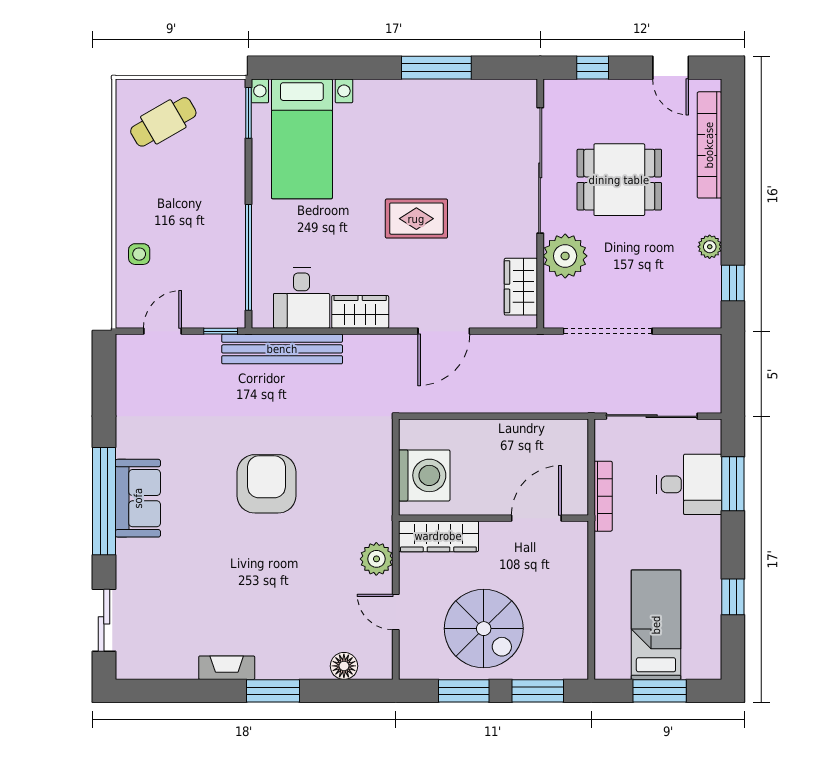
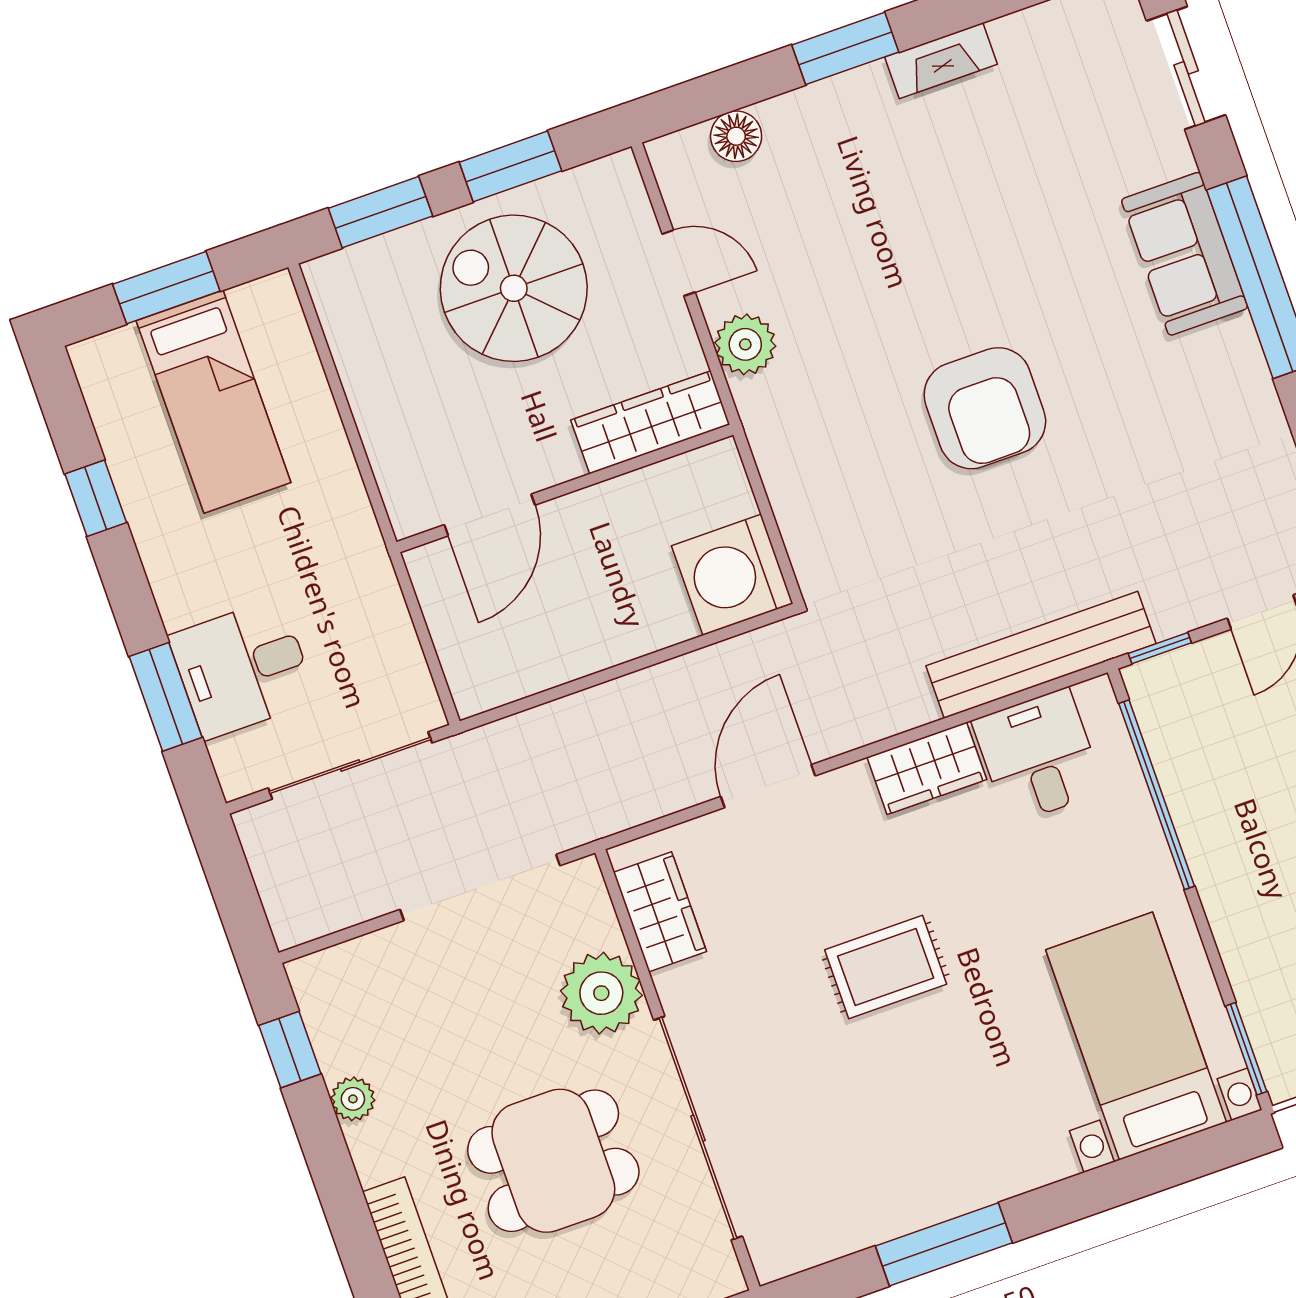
washing machine: (424, 475) -> (732, 575), moved
bookcase: (603, 496) -> (386, 595), removed
sofa: (138, 498) -> (1185, 254), moved

